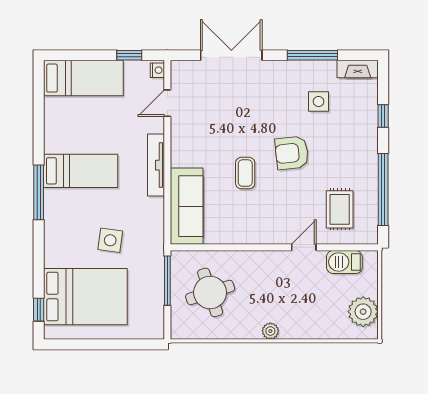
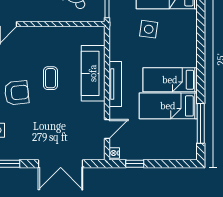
bed: (83, 78) -> (168, 106), moved
window: (39, 192) -> (201, 123), moved
sofa: (187, 206) -> (93, 73), moved

